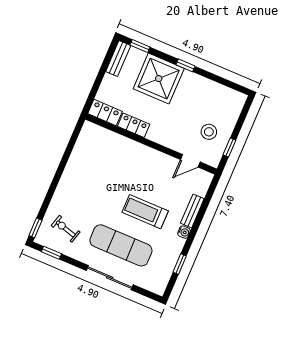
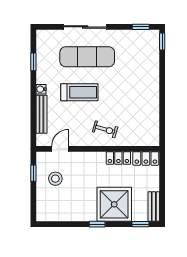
bench: (192, 211) -> (41, 114), width x1.36
exercise bike: (66, 229) -> (105, 129), moved

